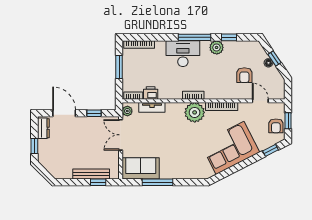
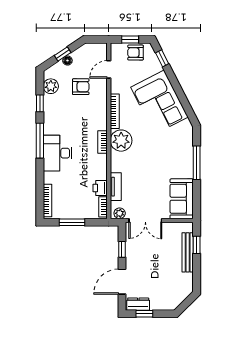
plant: (217, 47) -> (51, 86), moved
armchair: (276, 126) -> (136, 53), turned 180
window: (34, 146) -> (144, 314), moved
window: (158, 182) -> (197, 163), moved

